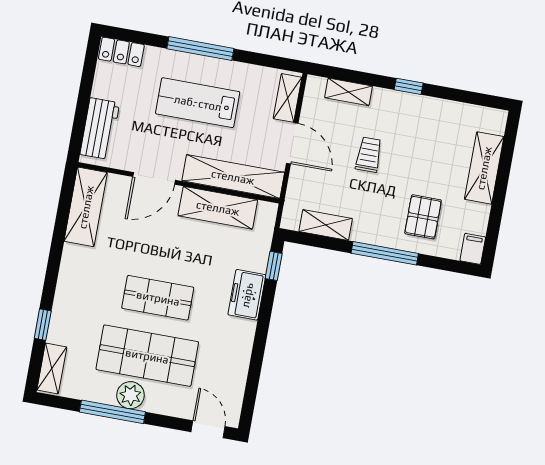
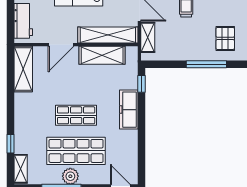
shelving: (326, 225) -> (148, 37), moved, turned 90
freezer: (247, 295) -> (129, 110), width x1.40

